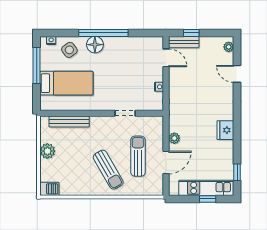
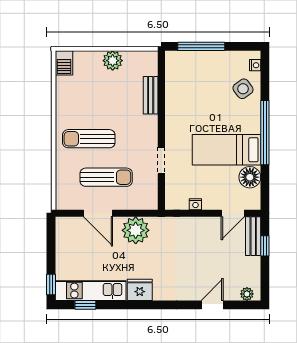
floor lamp: (95, 45) -> (250, 177), moved
window: (37, 66) -> (201, 46), moved
bed: (66, 83) -> (226, 150), moved, turned 90
bench: (69, 122) -> (151, 95), width x0.73
plant: (174, 138) -> (136, 230), width x1.87, depth x1.87
sun lounger: (108, 170) -> (89, 139), turned 30
kitchen unit: (206, 188) -> (91, 291), moved, turned -90
window: (208, 199) -> (51, 285), moved

